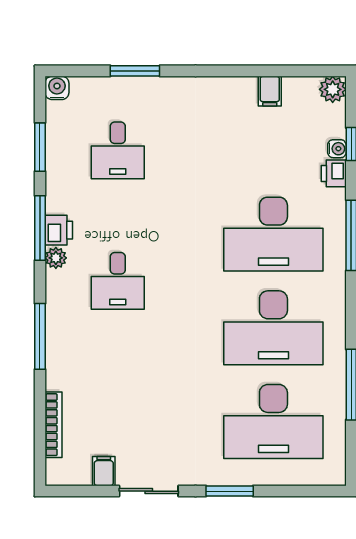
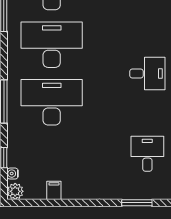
water cooler: (337, 149) -> (13, 174), moved
printer: (334, 173) -> (15, 140), removed
desk: (118, 281) -> (147, 74), turned 90

